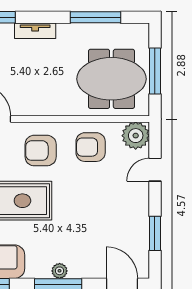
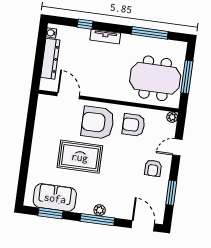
plant: (136, 136) -> (172, 117), width x0.53, depth x0.53
armchair: (41, 151) -> (98, 123), width x1.36, depth x1.36
armchair: (125, 203) -> (153, 168), added

